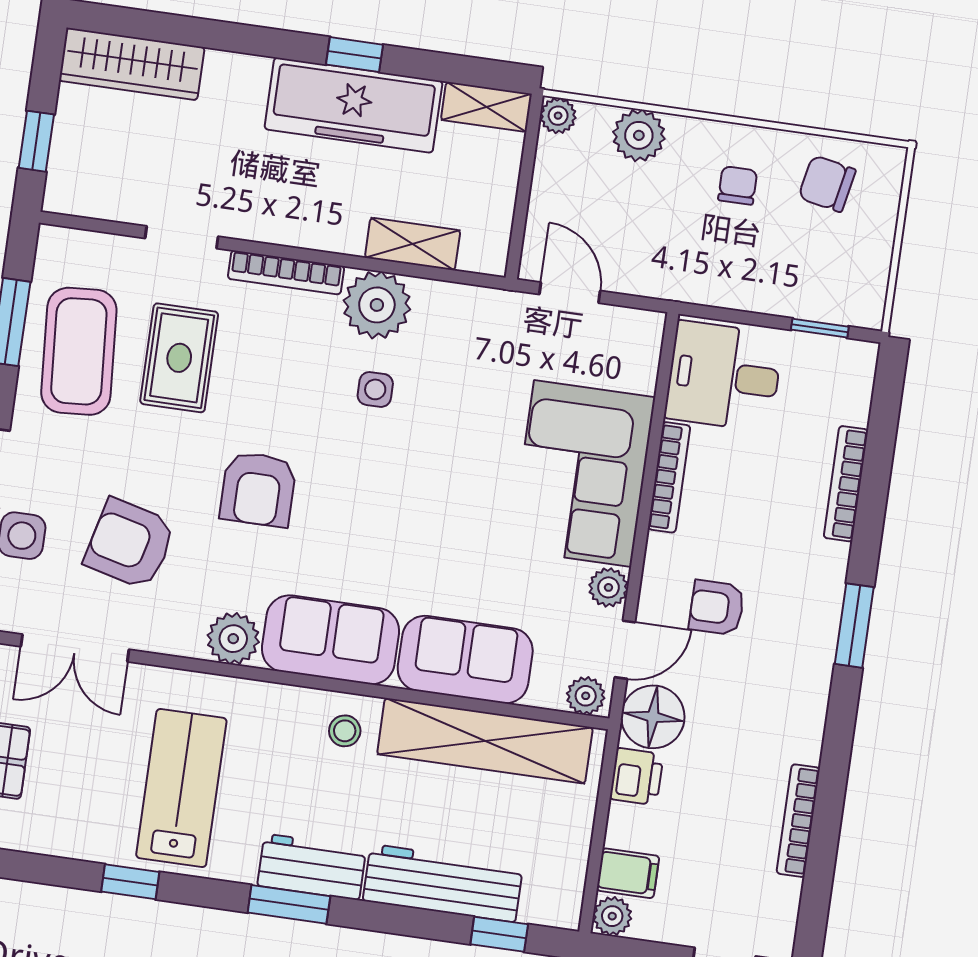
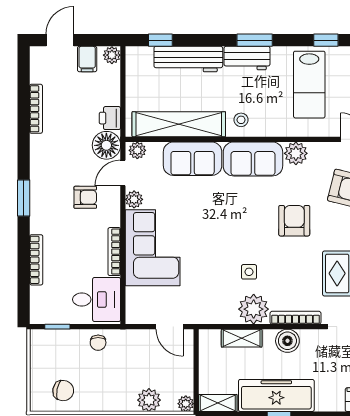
chair: (738, 185) -> (98, 343), moved
boiler: (311, 224) -> (287, 341), added
filing cabinet: (628, 873) -> (87, 59), moved, turned -90

